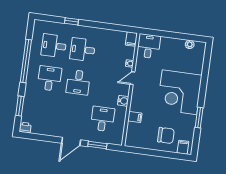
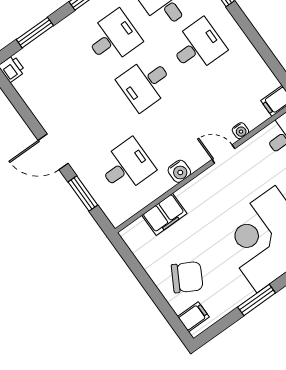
desk: (83, 50) -> (198, 46), turned 90
filing cabinet: (135, 117) -> (164, 214), width x2.00
chair: (166, 135) -> (187, 277), turned -61

